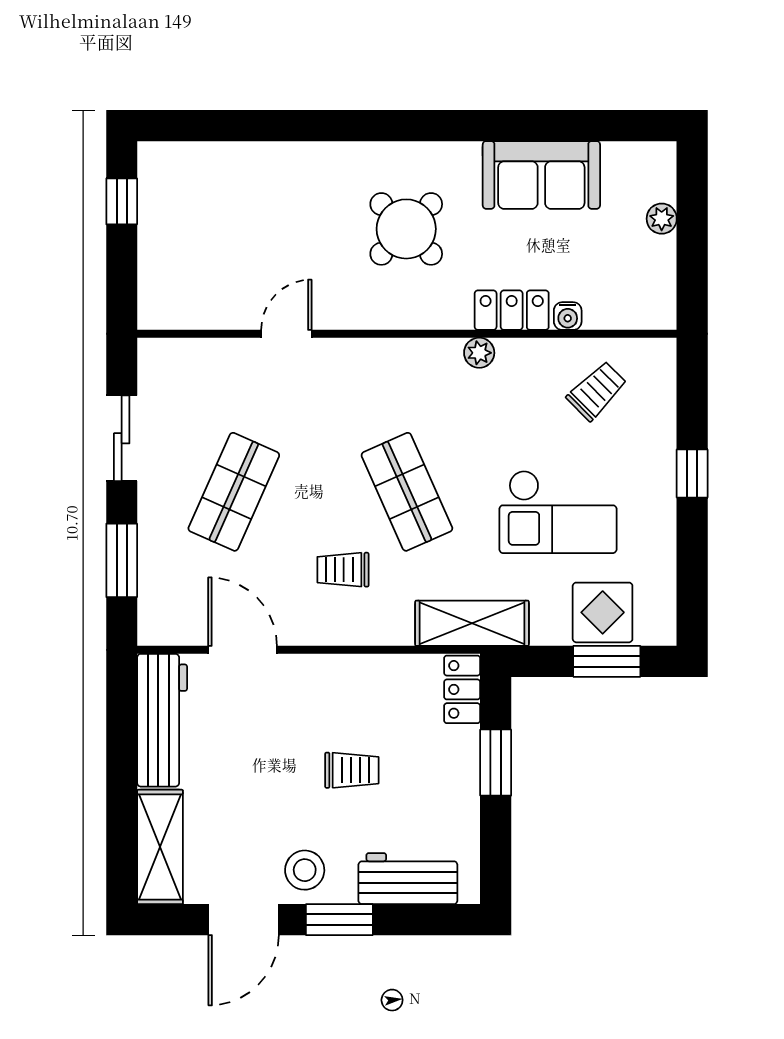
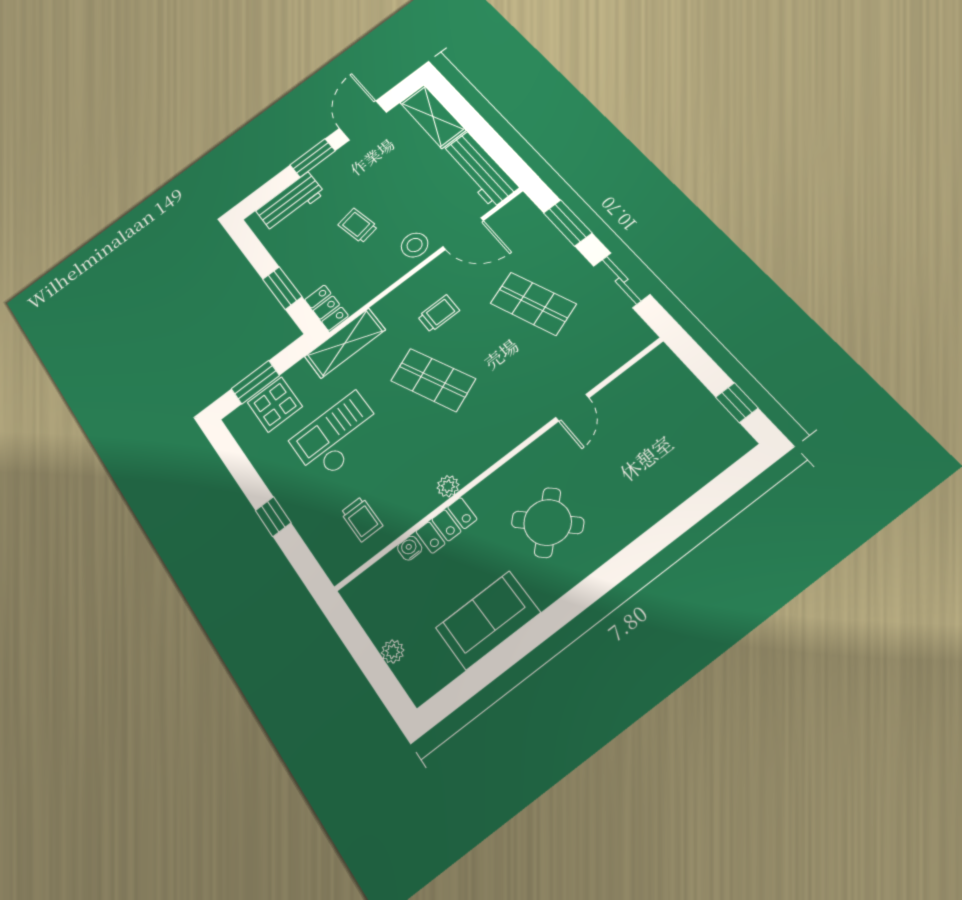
trolley: (597, 391) -> (362, 519), turned -45
shop shelf: (234, 492) -> (533, 304), turned -45
trolley: (352, 770) -> (358, 226), turned 79
stool: (305, 870) -> (415, 245), moved

